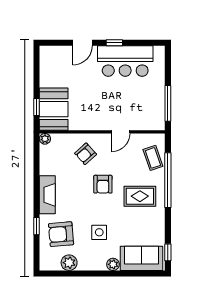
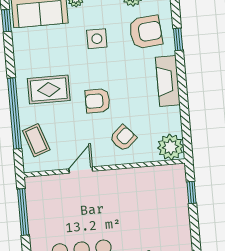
booth: (54, 109) -> (169, 192), removed
plant: (45, 139) -> (170, 147), width x1.88, depth x1.88
armchair: (103, 184) -> (98, 101), turned -90

